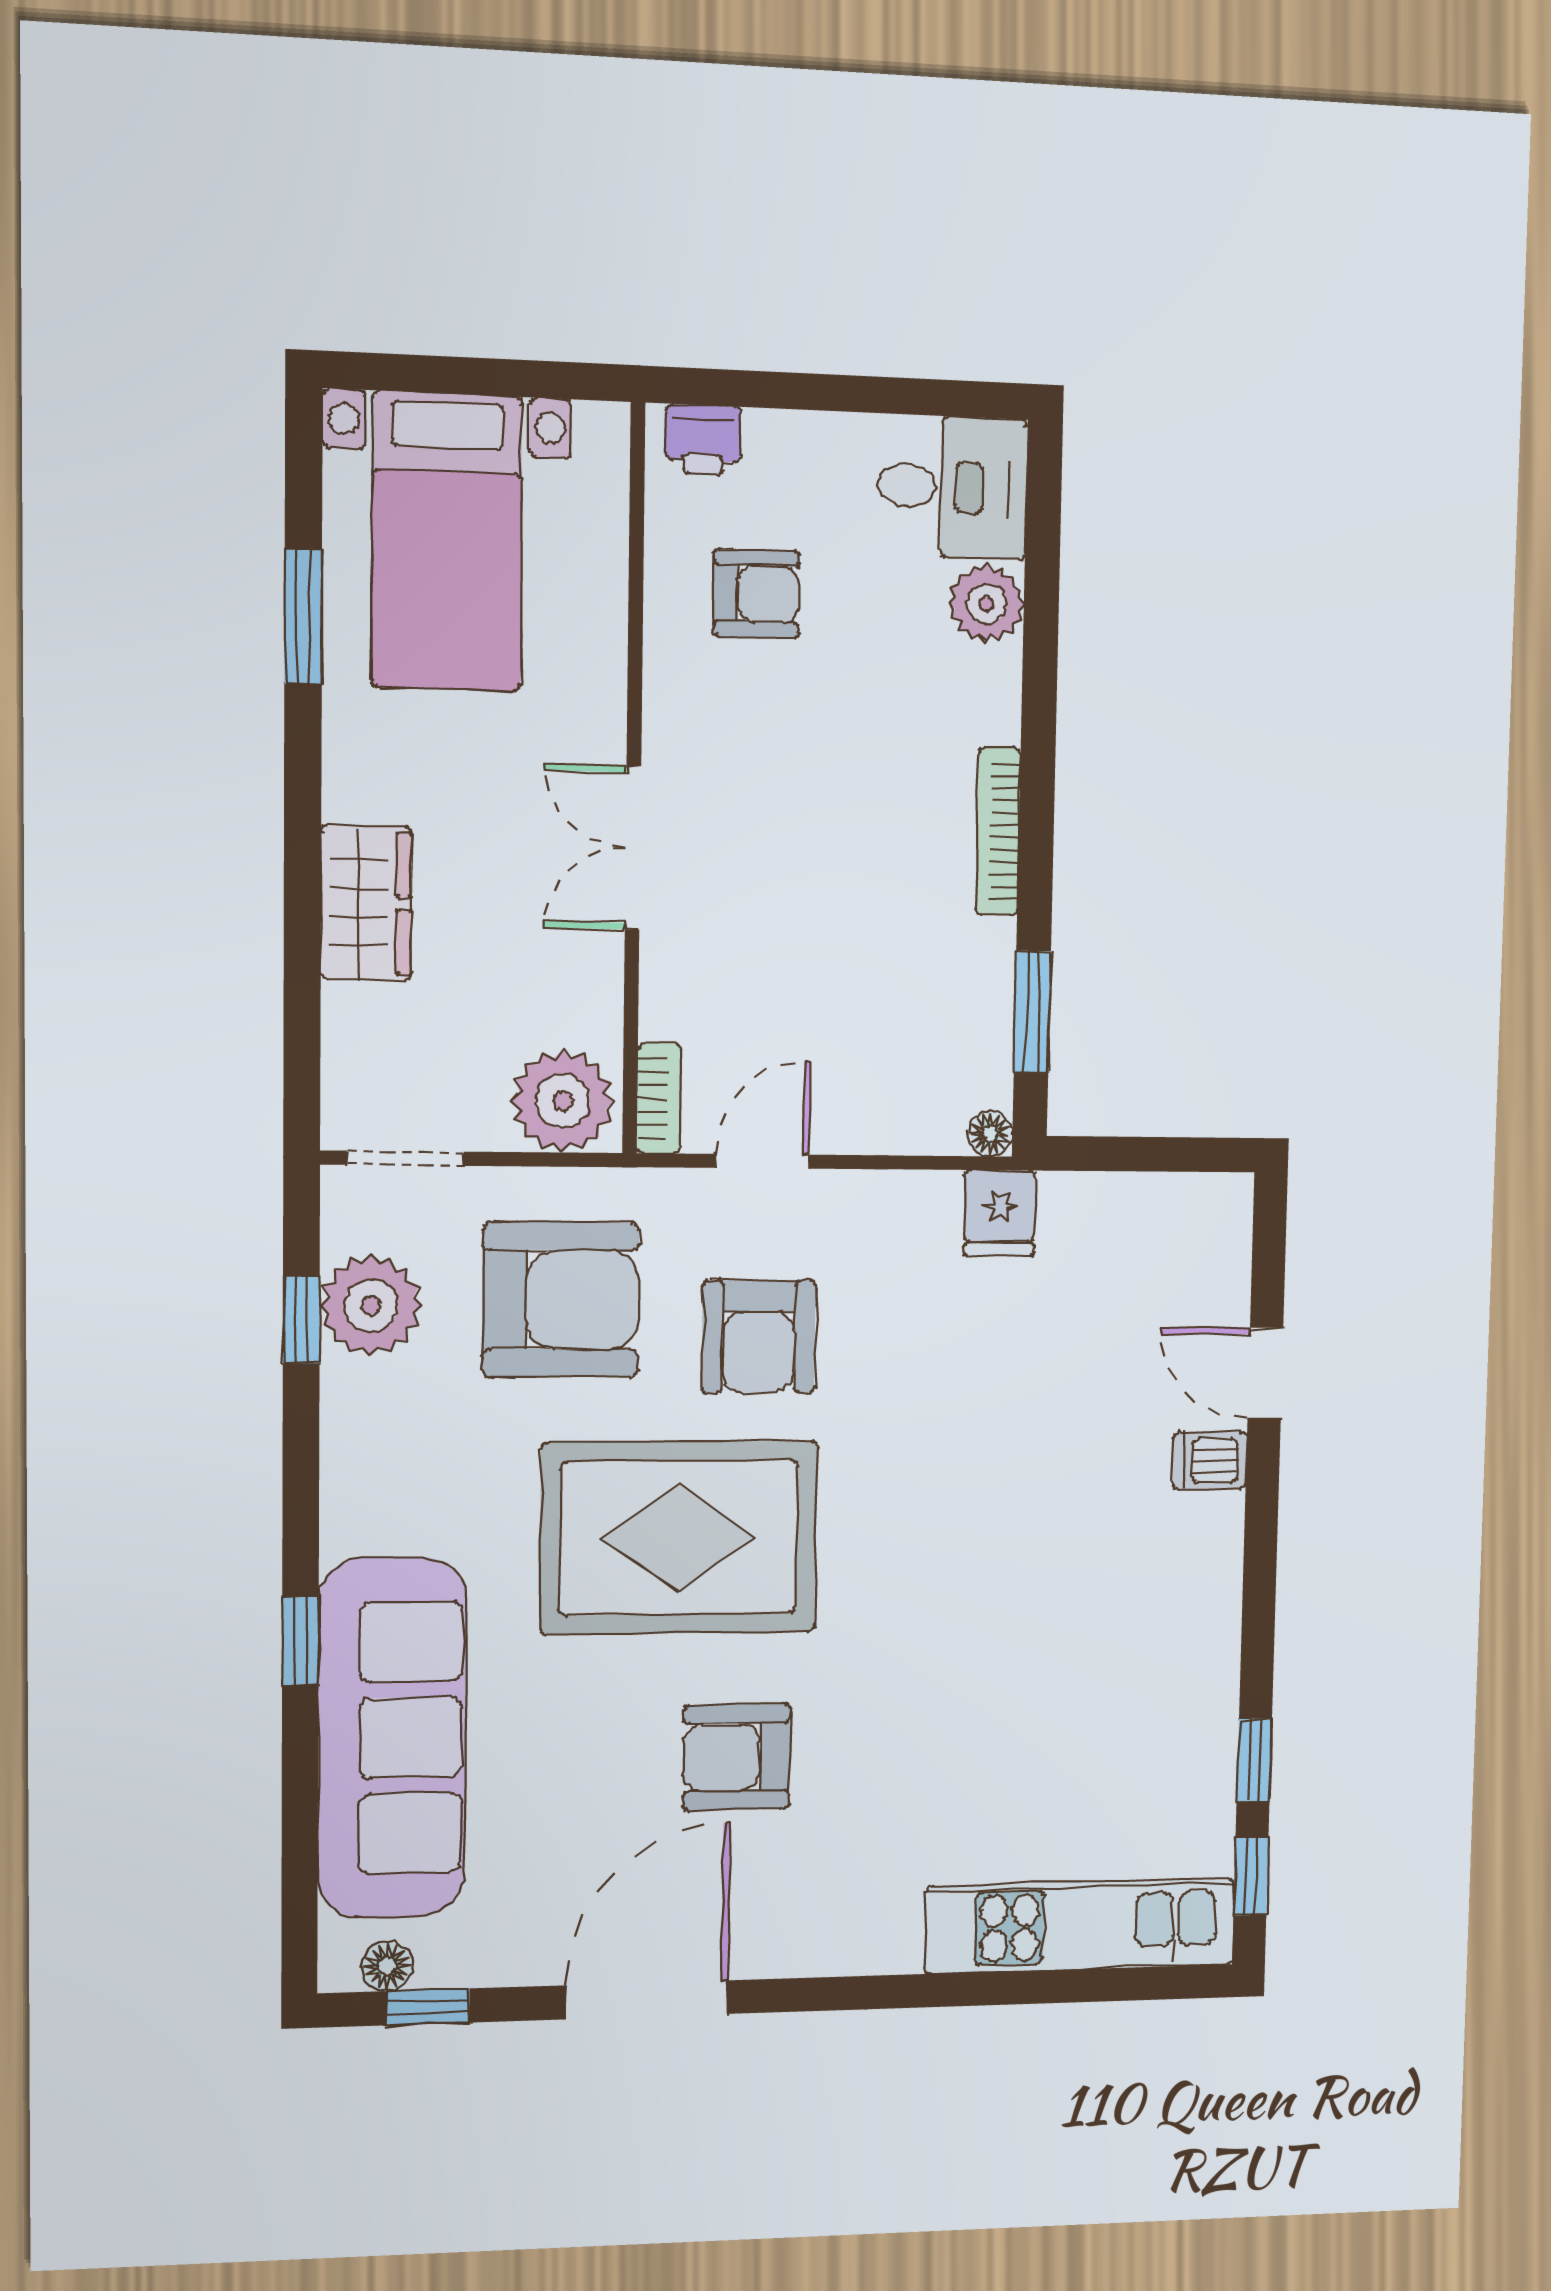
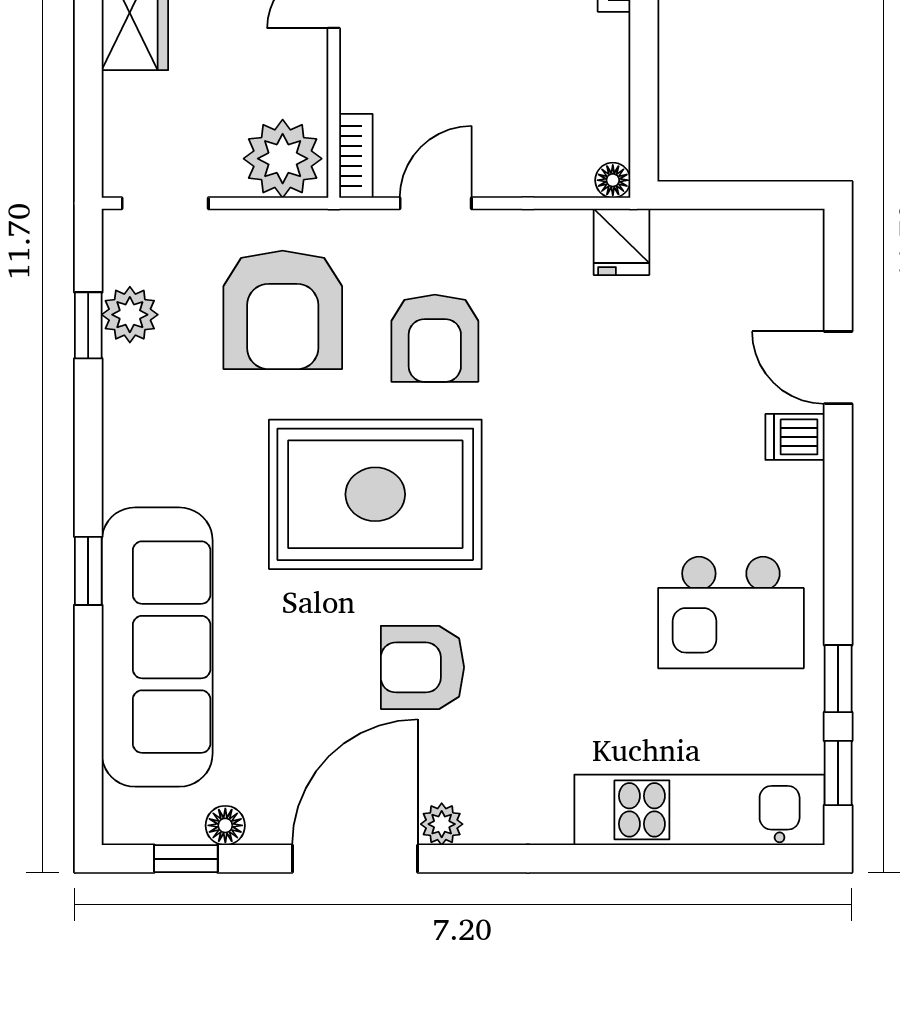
window: (1032, 1012) -> (644, 86), removed
armchair: (561, 1300) -> (283, 310), turned 90
plant: (371, 1305) -> (130, 315), width x0.73, depth x0.73
kitchen island: (1125, 1681) -> (731, 612), added
plant: (758, 1953) -> (442, 824), added
floor lamp: (387, 1966) -> (225, 825), moved

